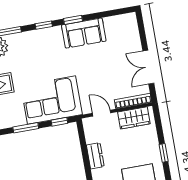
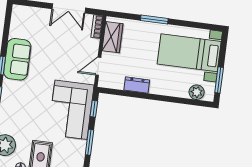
bookcase: (133, 101) -> (97, 27), width x0.64
window: (164, 153) -> (154, 20), width x1.50

